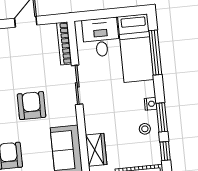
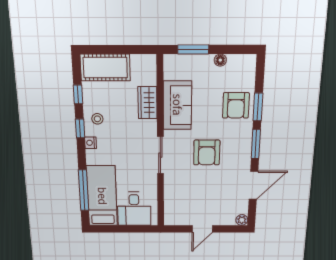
bookcase: (64, 43) -> (169, 207), removed
sliding door: (77, 85) -> (160, 155), moved
window: (162, 117) -> (80, 128), width x0.67

